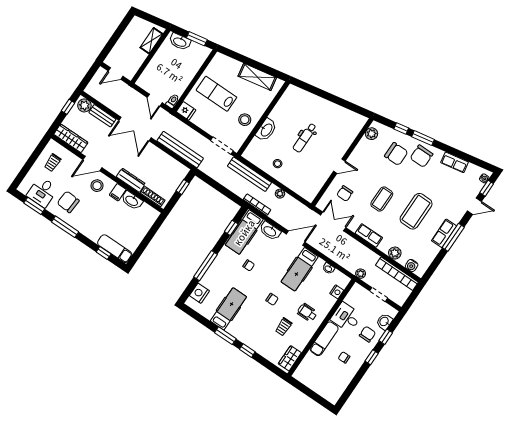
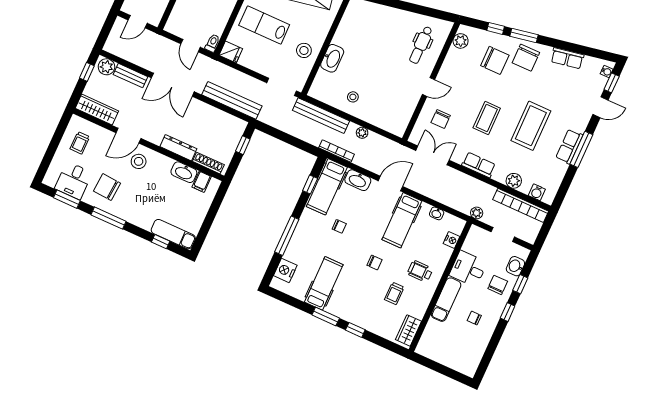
dental chair: (305, 138) -> (421, 45), moved
filing cabinet: (118, 192) -> (202, 182), moved

